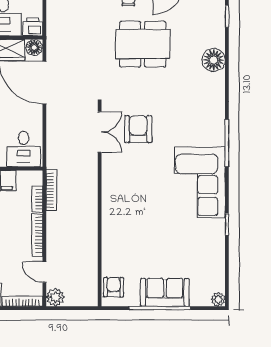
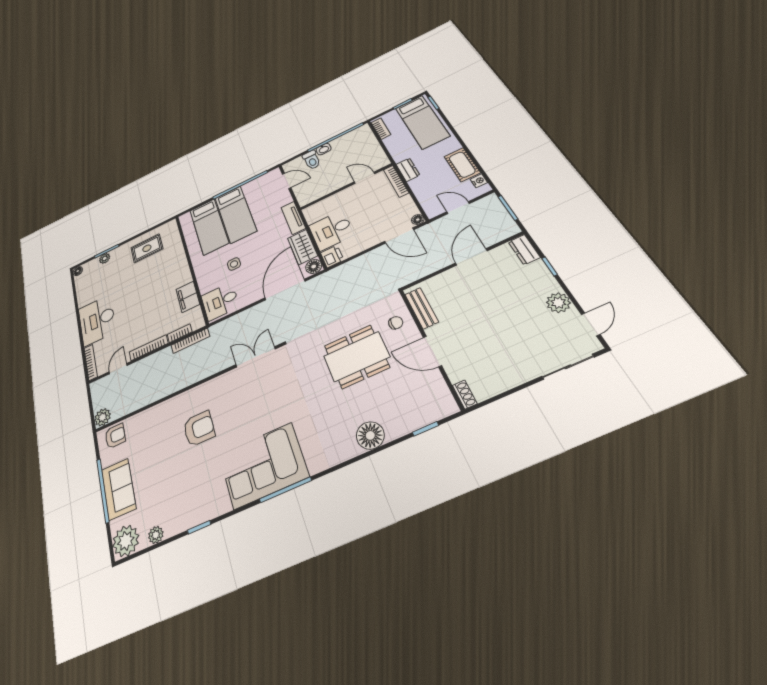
dining table: (143, 44) -> (357, 357), turned 90
armchair: (138, 129) -> (199, 429), moved
double door: (100, 132) -> (256, 357), swing flipped
corner sofa: (200, 182) -> (263, 465), moved
plant: (218, 264) -> (156, 535), added
plant: (55, 297) -> (102, 417), moved
plant: (218, 299) -> (126, 541), width x1.87, depth x1.87

